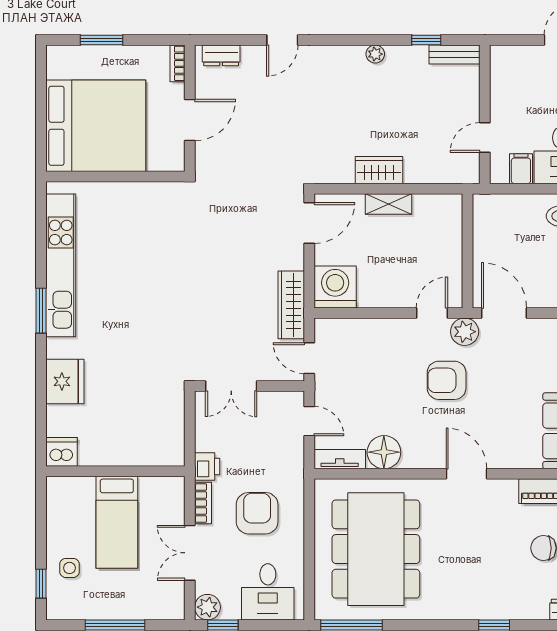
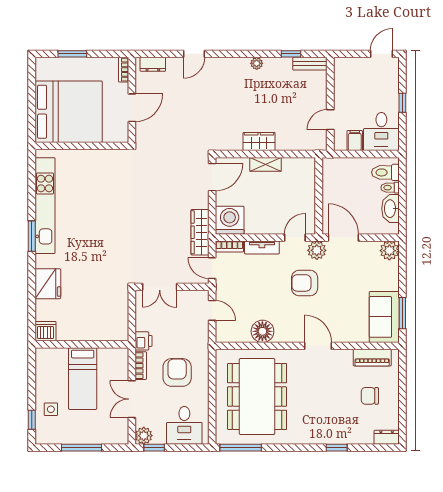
bookcase: (335, 326) -> (229, 247), added
tv unit: (340, 459) -> (262, 248), moved, turned 180

